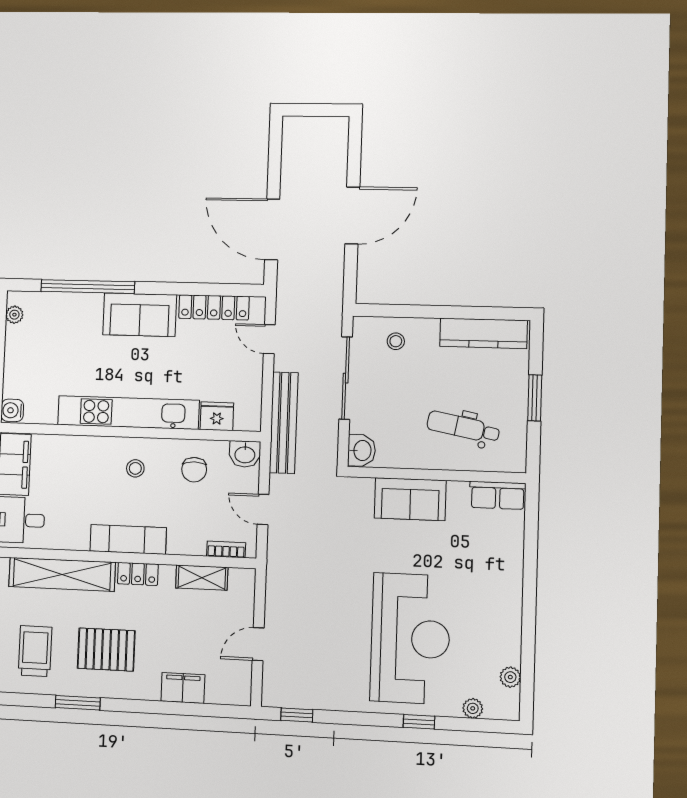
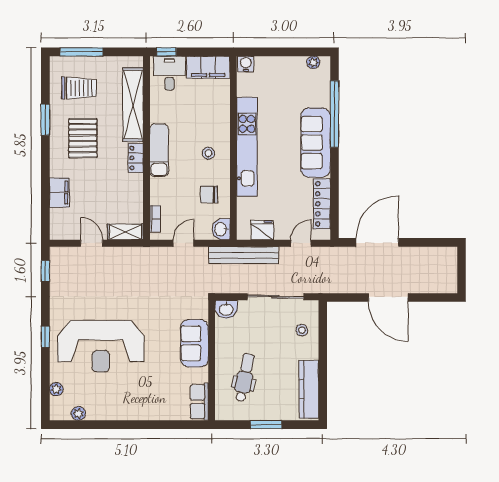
sofa: (140, 315) -> (316, 143), width x1.36
fridge: (217, 416) -> (262, 230), moved, turned -90
shelving: (202, 578) -> (125, 232), moved, turned 90
window: (419, 722) -> (45, 337), moved

